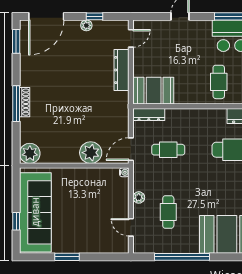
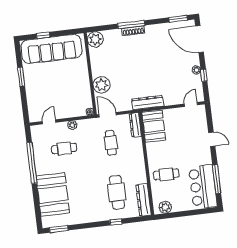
door: (131, 38) -> (191, 104), swing flipped
dresser: (121, 70) -> (148, 103), moved

